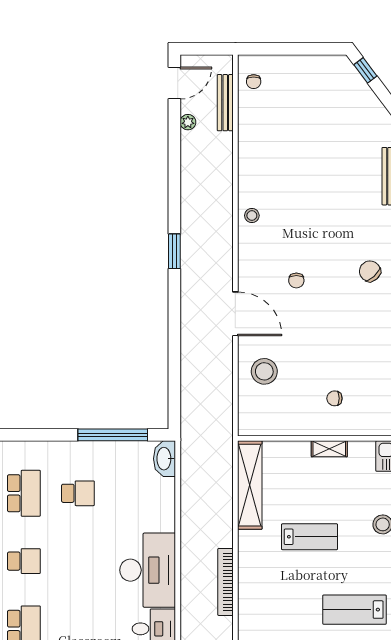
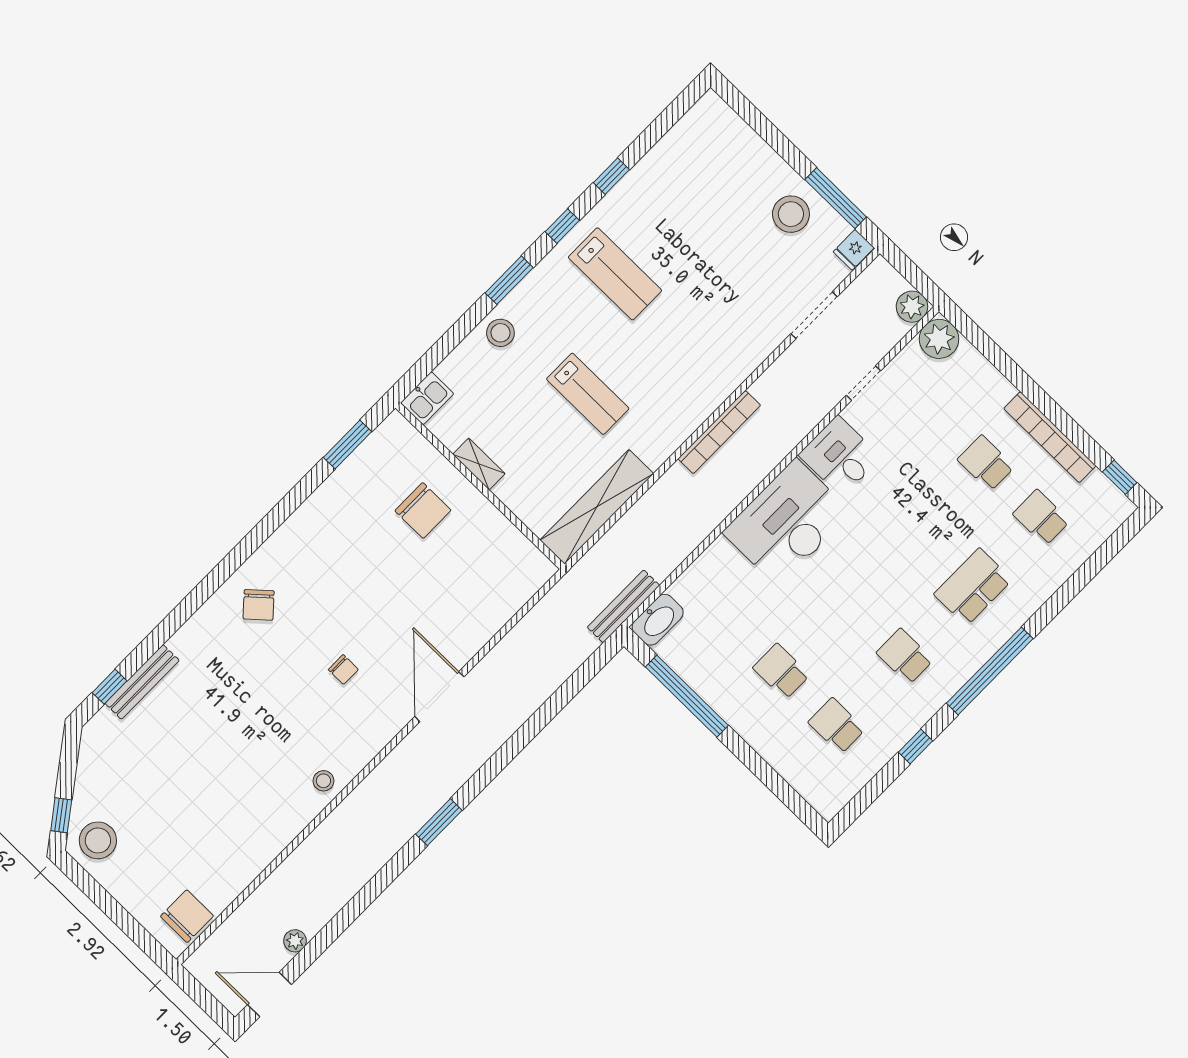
chair: (254, 82) -> (187, 916), width x1.87, depth x1.87
bench: (225, 103) -> (623, 606), moved
chair: (296, 280) -> (343, 670), turned 90
stool: (264, 371) -> (98, 840), moved
chair: (334, 398) -> (423, 510), width x1.87, depth x1.87
school desk: (24, 493) -> (837, 726), width x0.54
lab bench: (310, 537) -> (588, 394), turned 180

